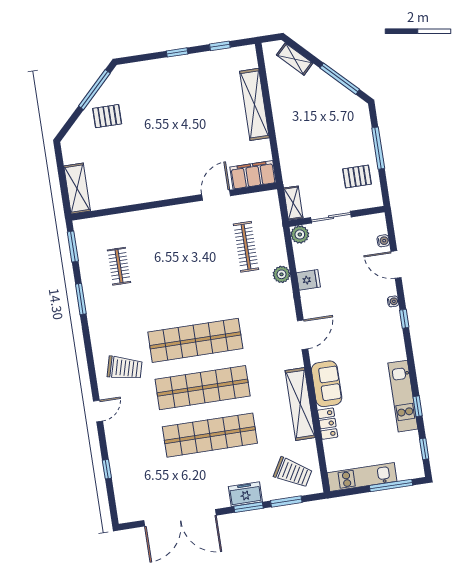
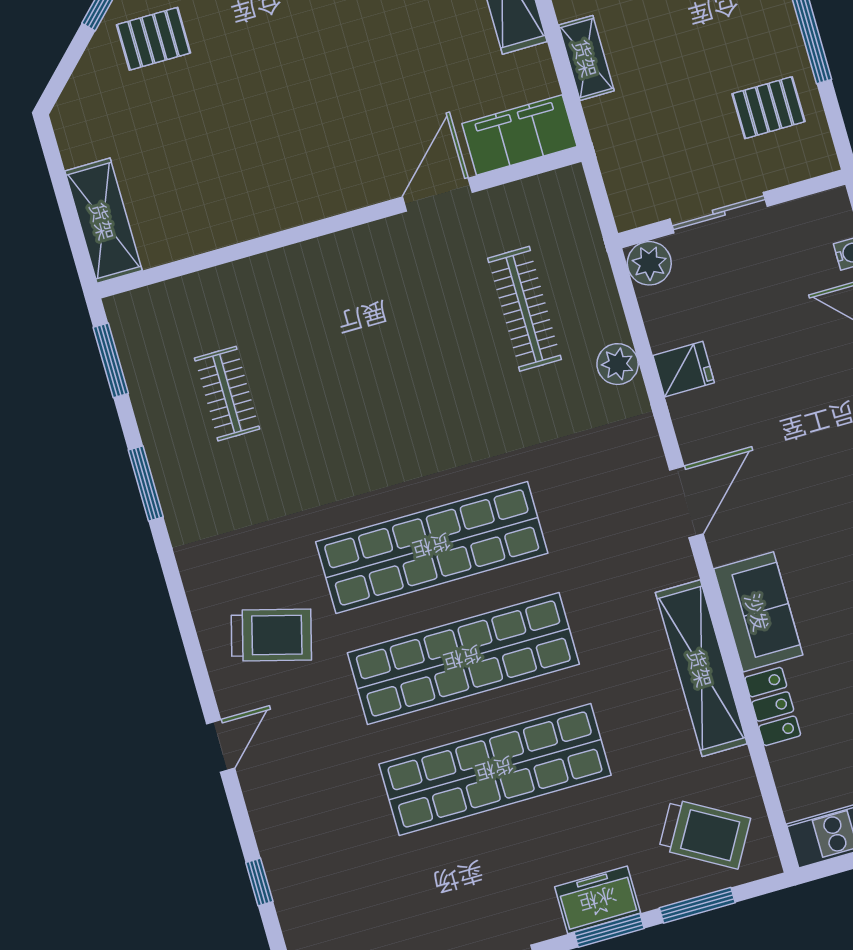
shelving: (293, 203) -> (586, 58), moved

